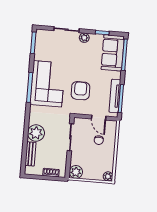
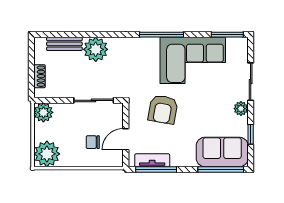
corner sofa: (48, 84) -> (193, 60), moved
armchair: (80, 91) -> (163, 109), turned 100
tv unit: (115, 96) -> (152, 160), width x0.71
plant: (108, 176) -> (47, 154), width x1.87, depth x1.87

